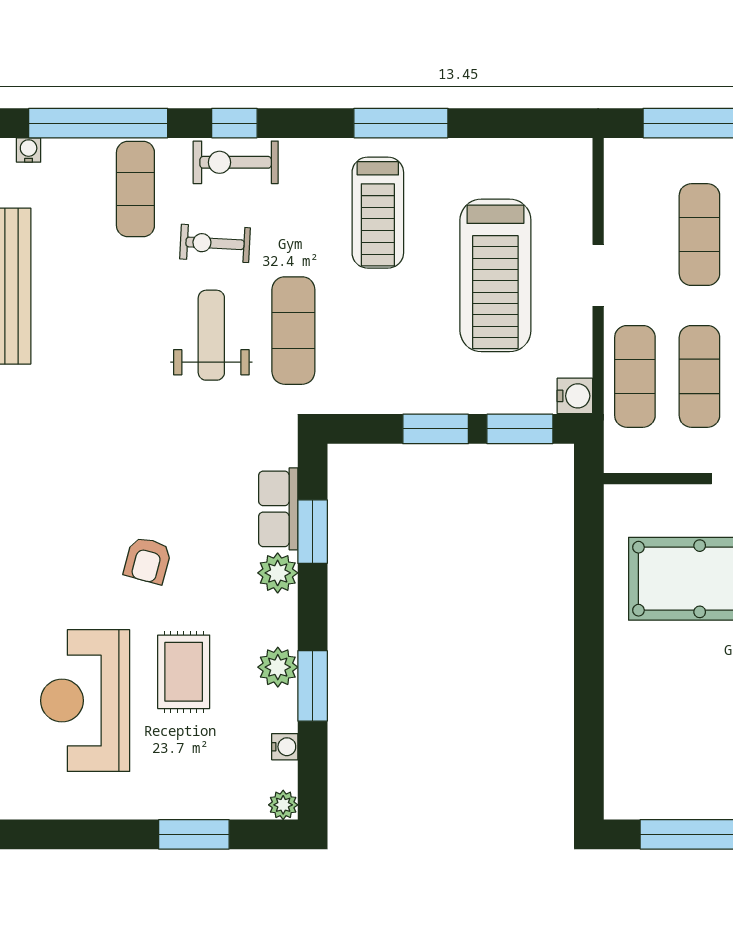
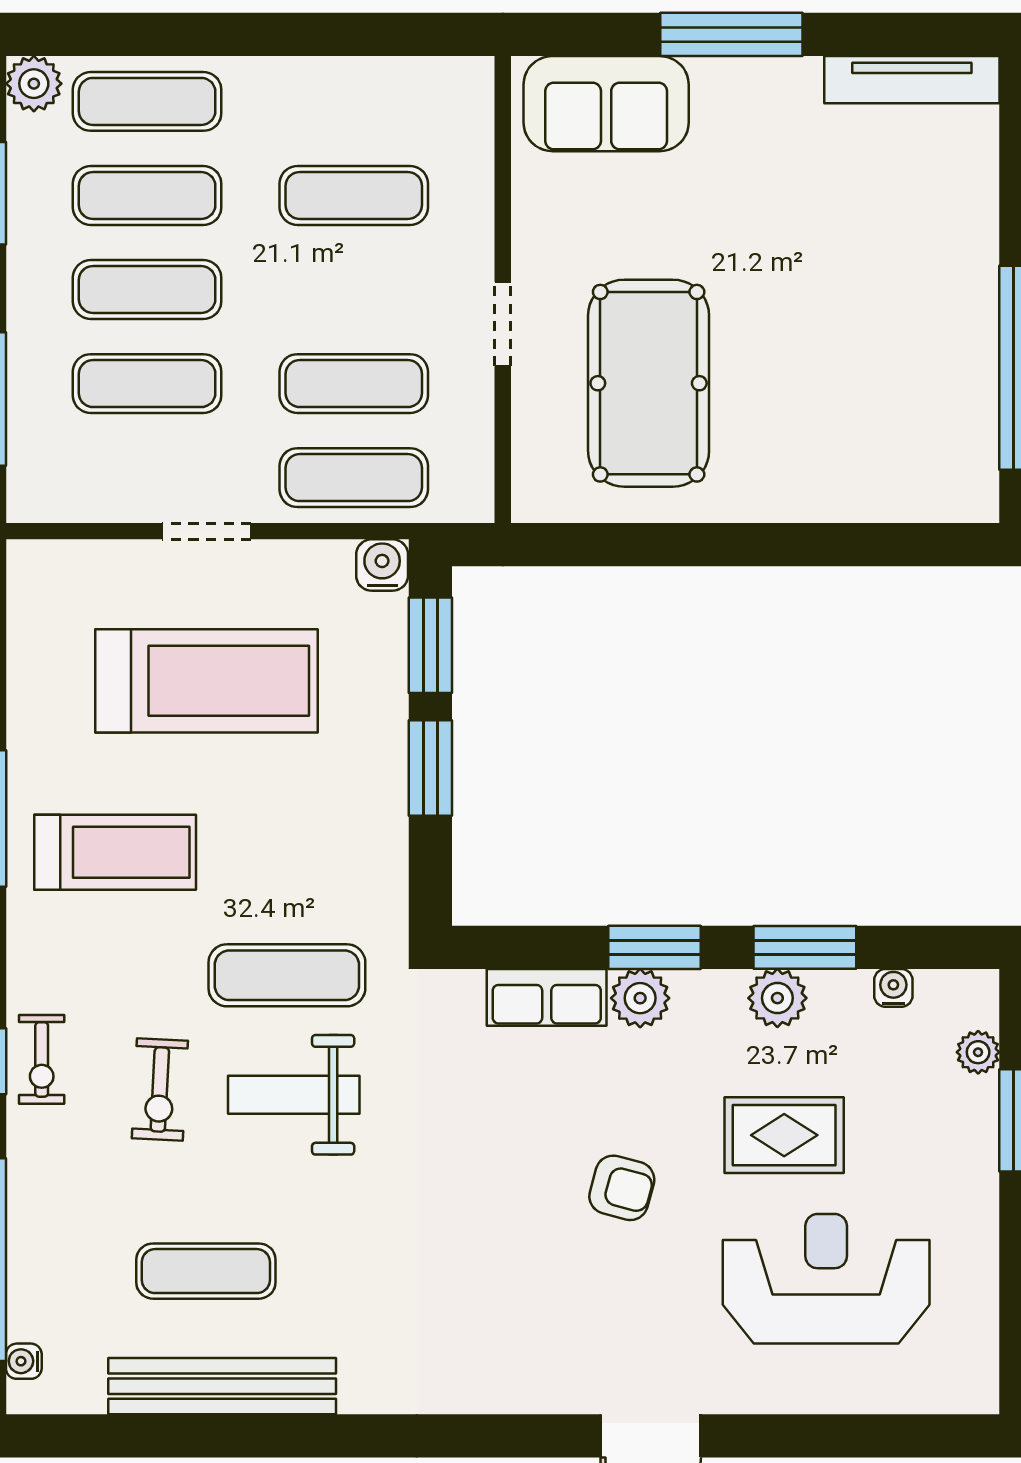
exercise bike: (236, 162) -> (42, 1059), width x0.73, depth x0.72
exercise mat: (135, 189) -> (206, 1271), moved
window: (313, 532) -> (654, 947), moved
reception desk: (85, 701) -> (826, 1279), turned 180
plant: (283, 805) -> (978, 1052), moved

